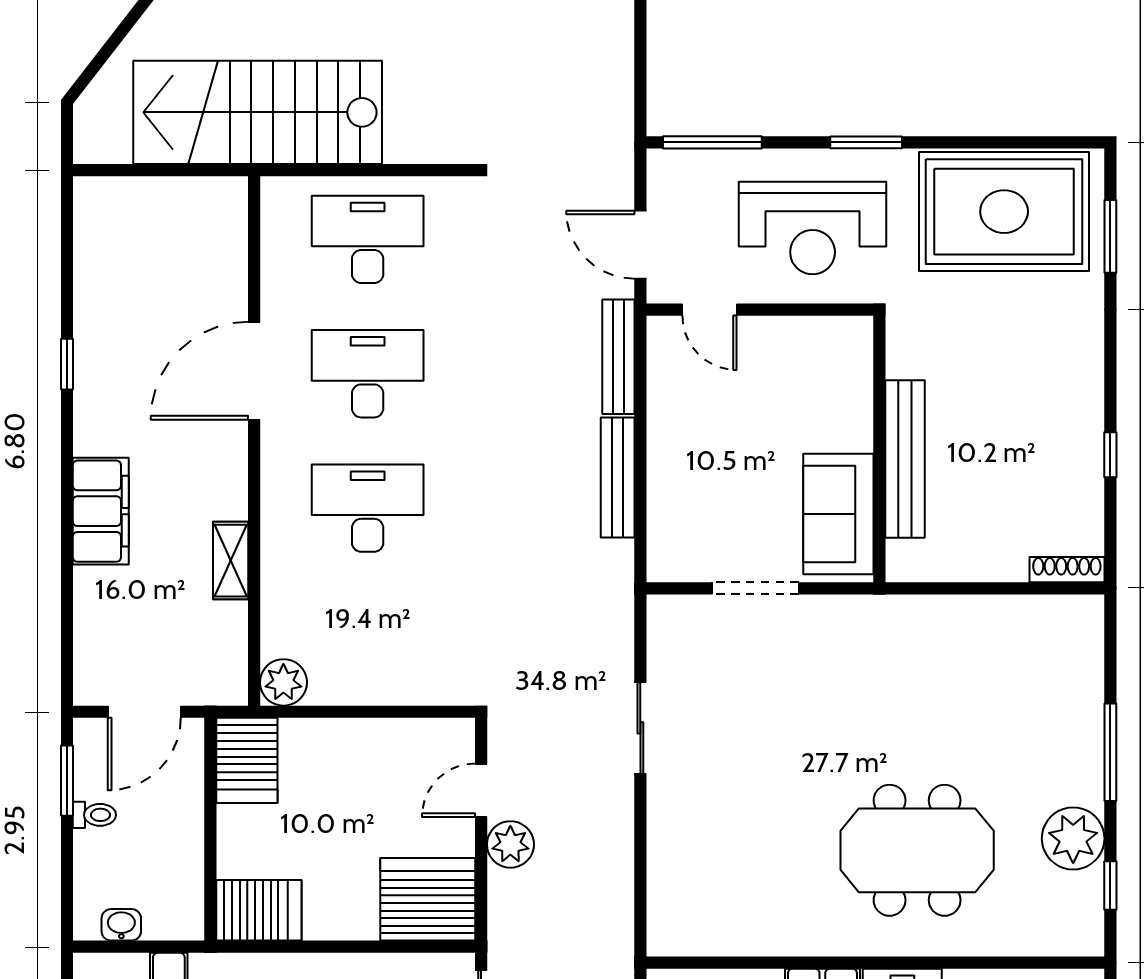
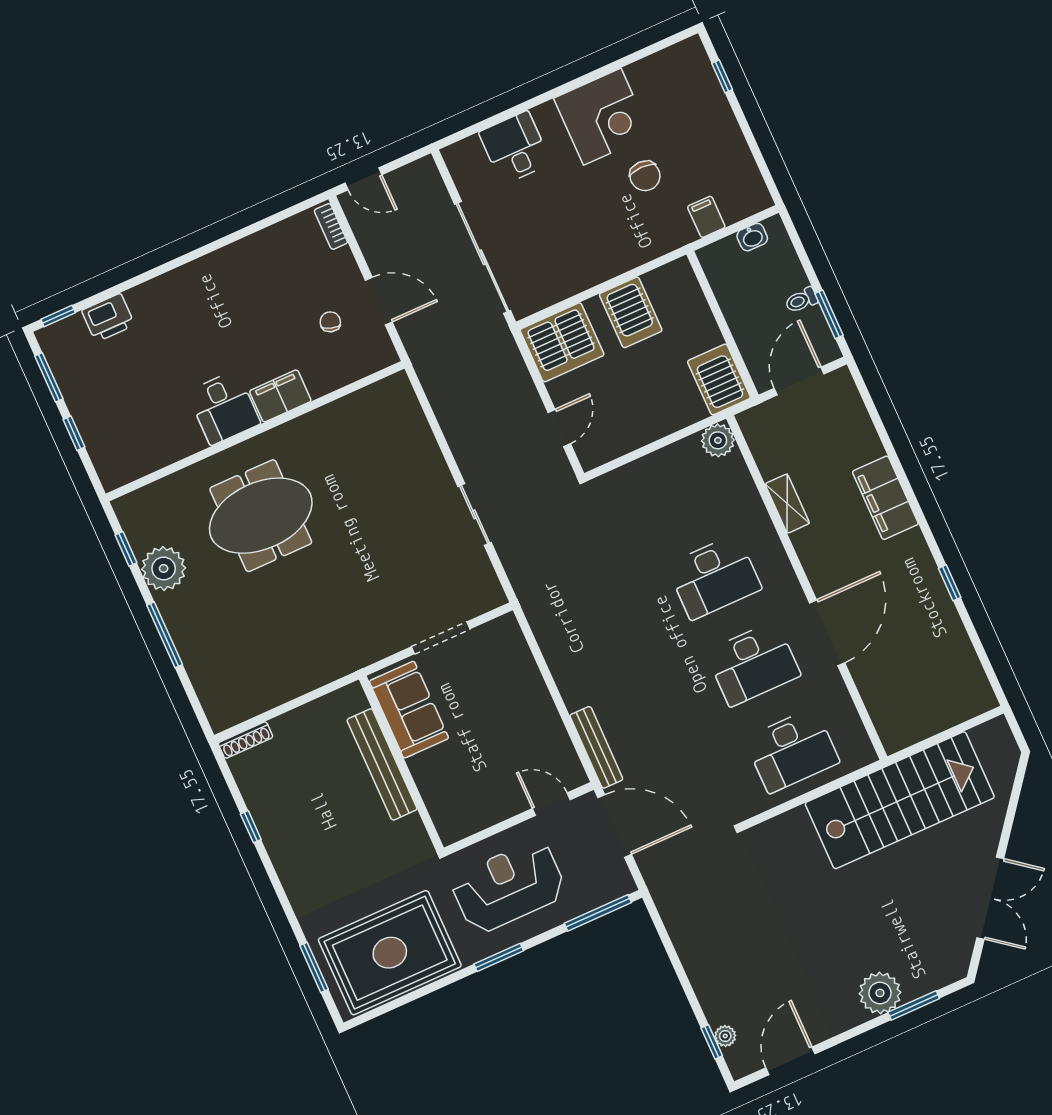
door: (640, 245) -> (615, 826), width x1.36
bench: (618, 477) -> (562, 669), removed
plant: (510, 844) -> (525, 402), removed
server rack: (259, 910) -> (631, 312), moved, turned -90

